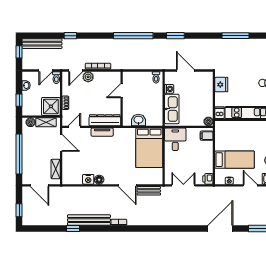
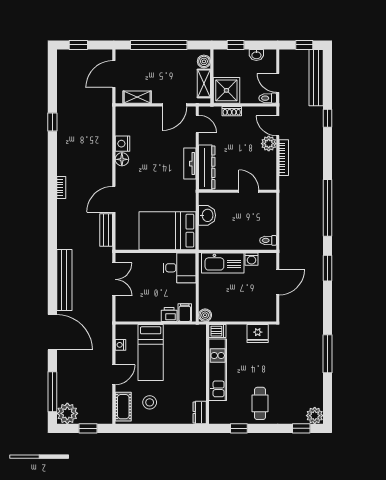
printer: (208, 179) -> (169, 314), moved
bench: (89, 220) -> (64, 280), moved

